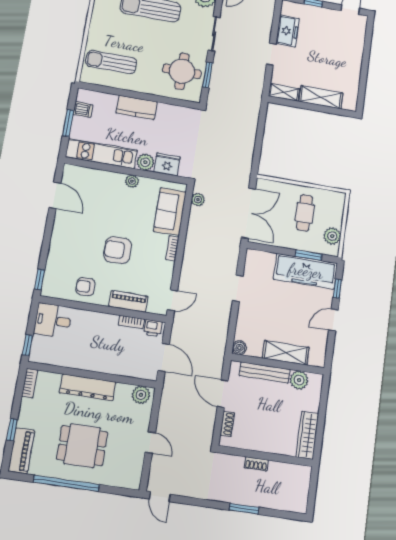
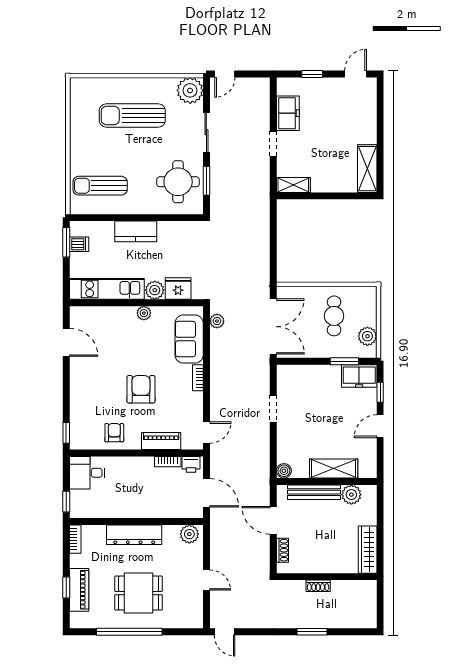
shelving: (321, 97) -> (367, 169), moved, turned 90
window: (68, 123) -> (66, 242), moved
armchair: (118, 250) -> (141, 389), turned 90
freezer: (306, 271) -> (359, 376), width x0.52, depth x0.79
armchair: (85, 287) -> (114, 433), turned 90
piano: (21, 451) -> (79, 590), moved

